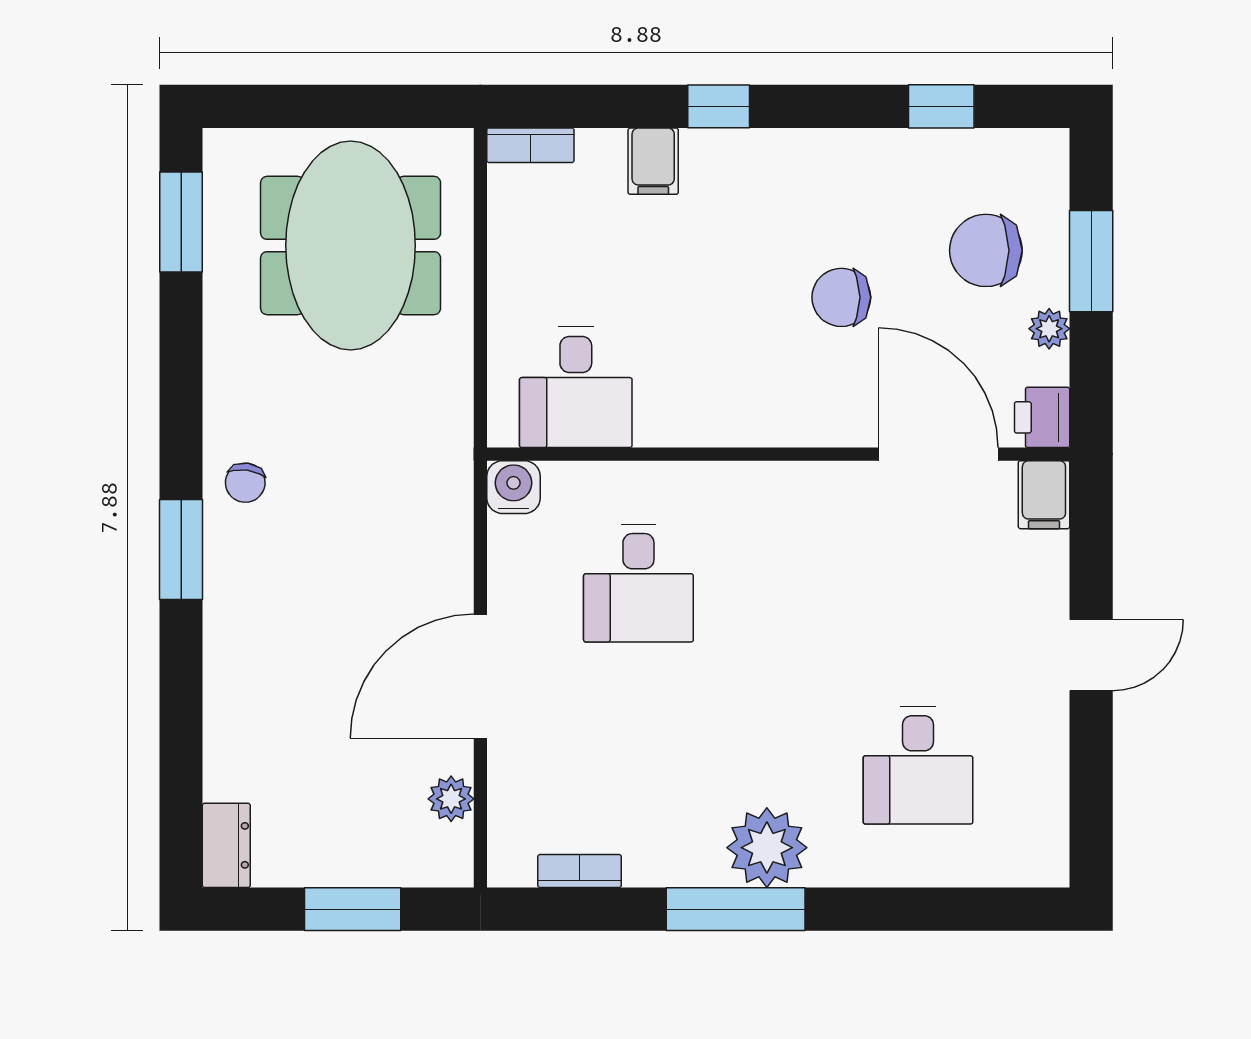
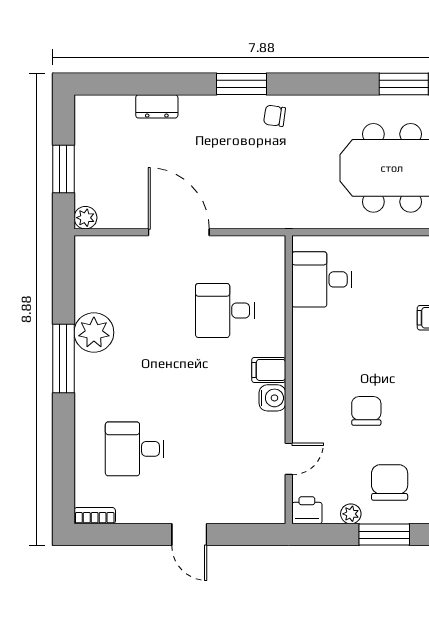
door: (938, 454) -> (289, 459), width x0.53
water cooler: (513, 487) -> (272, 398), moved
filing cabinet: (1044, 495) -> (269, 370), moved
plant: (451, 799) -> (85, 218), moved
dresser: (226, 845) -> (157, 106), moved
plant: (767, 848) -> (94, 332), moved
bookcase: (580, 871) -> (95, 516), moved, turned -90

